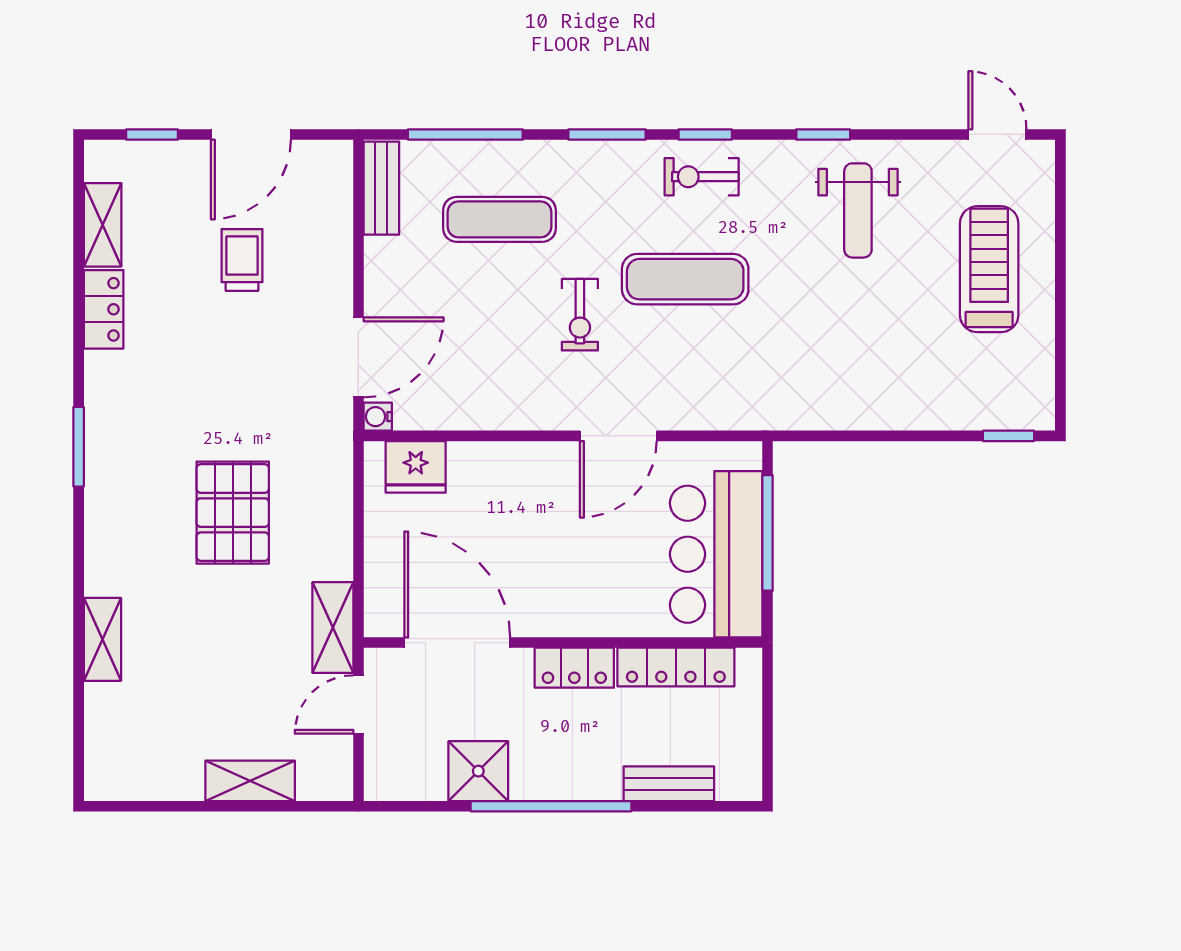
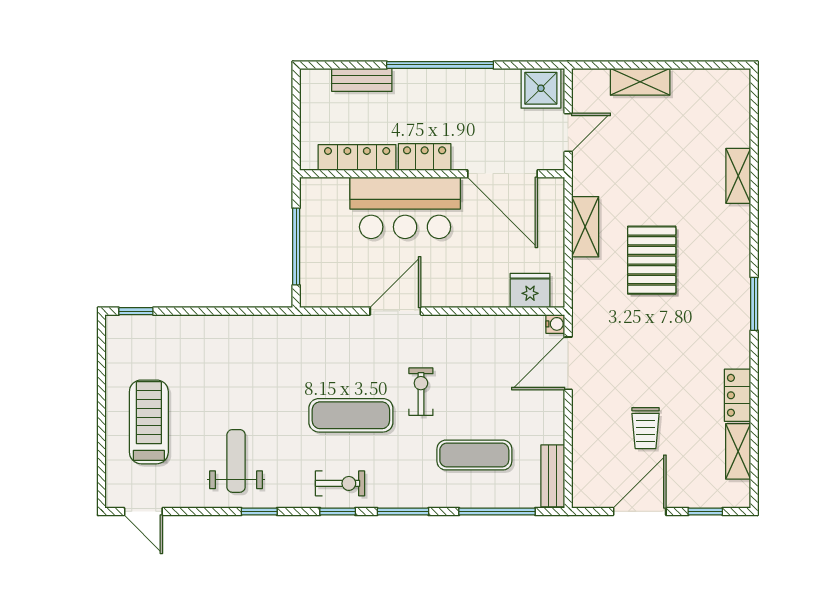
treadmill: (989, 269) -> (149, 422), turned 180
bar counter: (716, 554) -> (405, 208), moved, turned 90
shelving: (333, 628) -> (585, 227), moved
shower: (478, 771) -> (541, 88), moved

